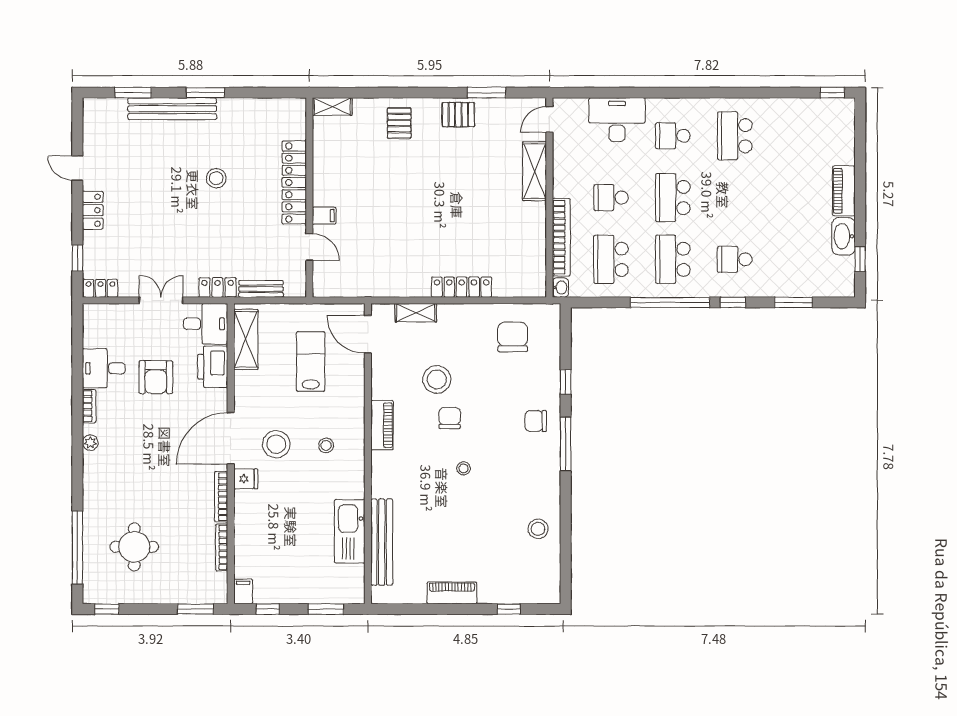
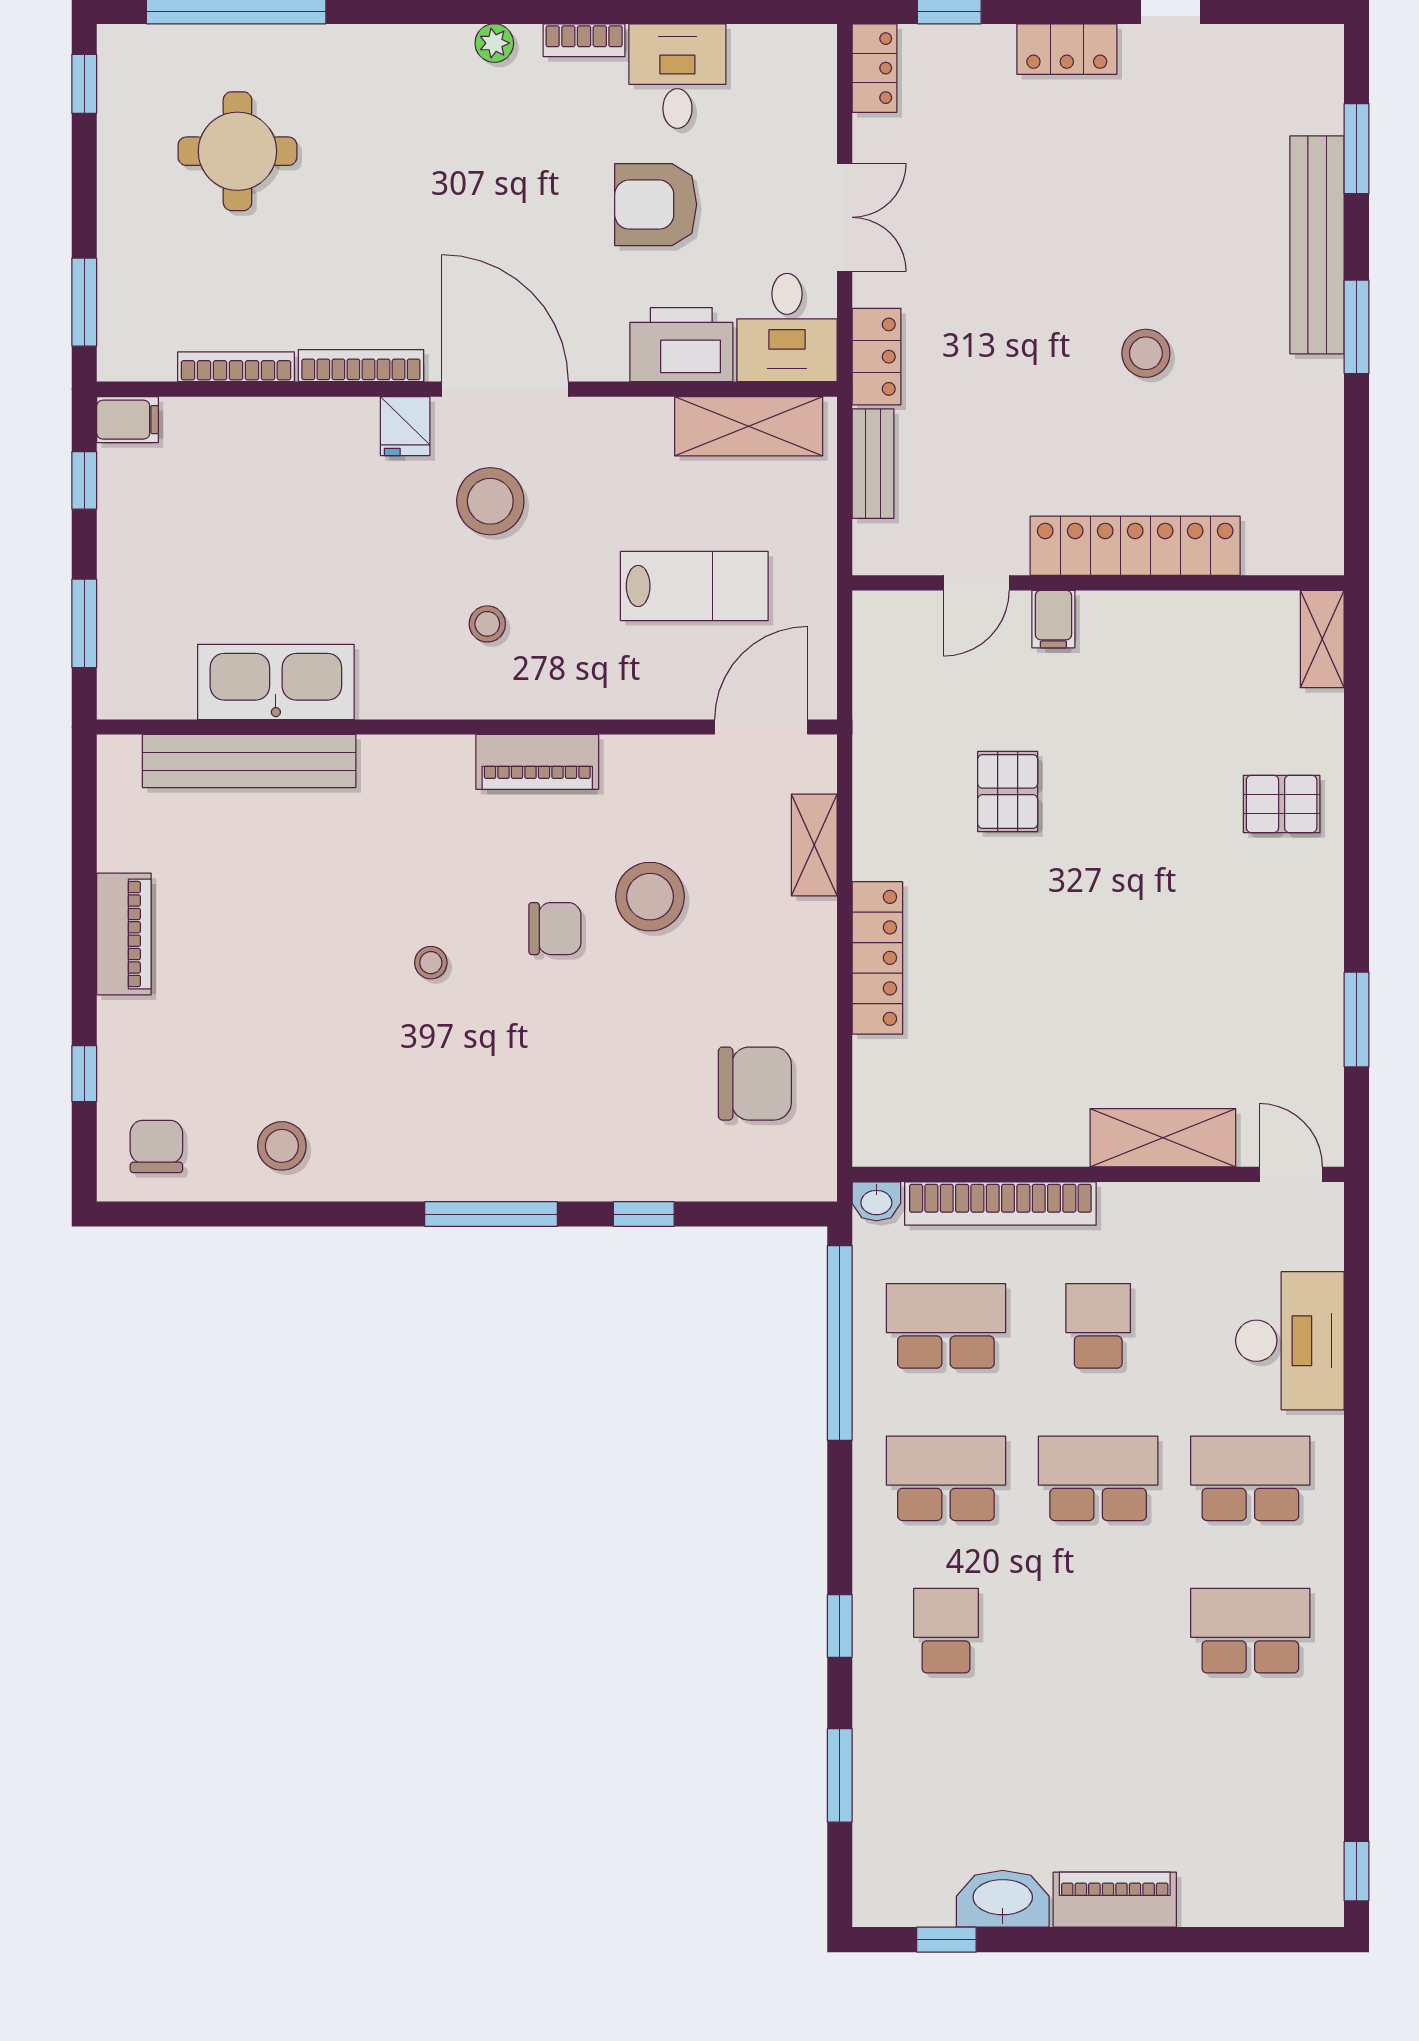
pallet: (458, 115) -> (1008, 791), moved
school desk: (673, 136) -> (1250, 1478), width x1.85
window: (670, 302) -> (840, 1343), moved
chair: (536, 421) -> (156, 1146), moved

